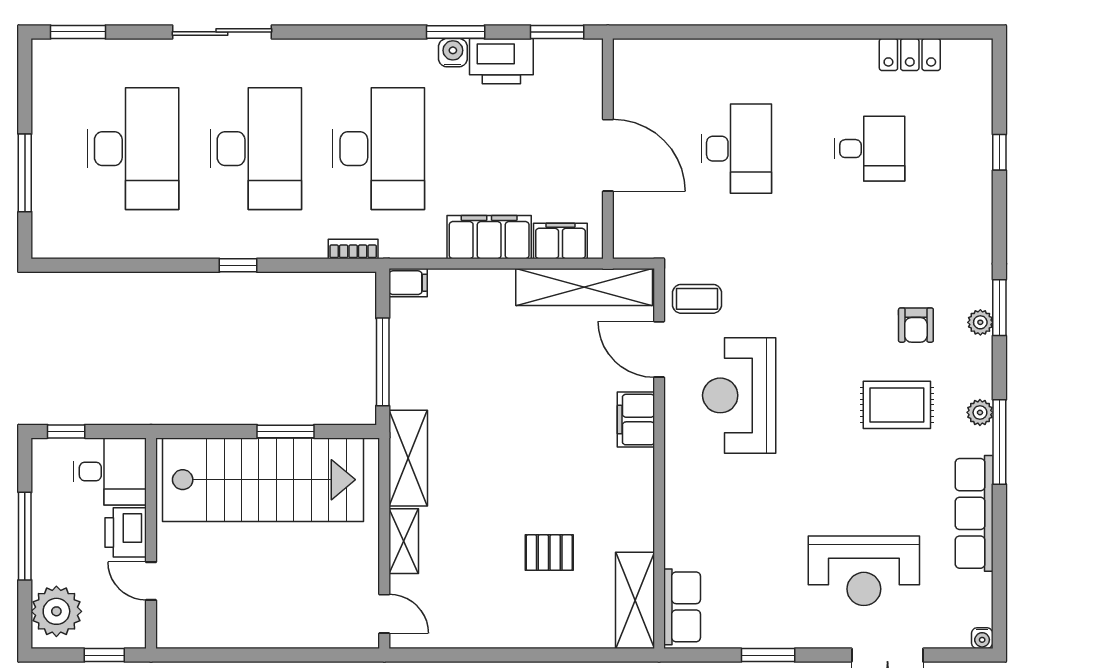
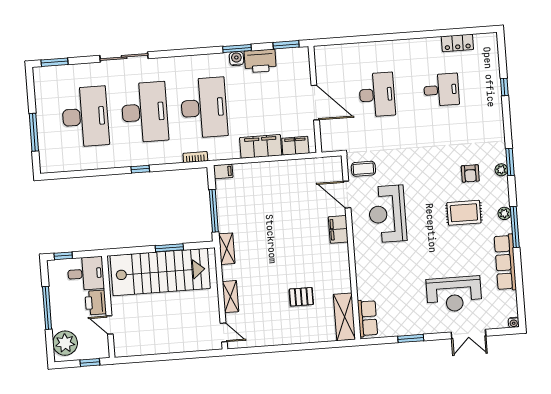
shelving: (584, 287) -> (308, 167), removed
shelving: (408, 458) -> (227, 249), width x0.67, depth x0.75

